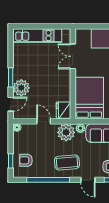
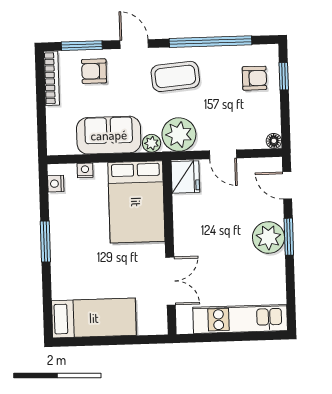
plant: (21, 88) -> (268, 237), moved
door: (11, 104) -> (287, 185), hinge flipped

